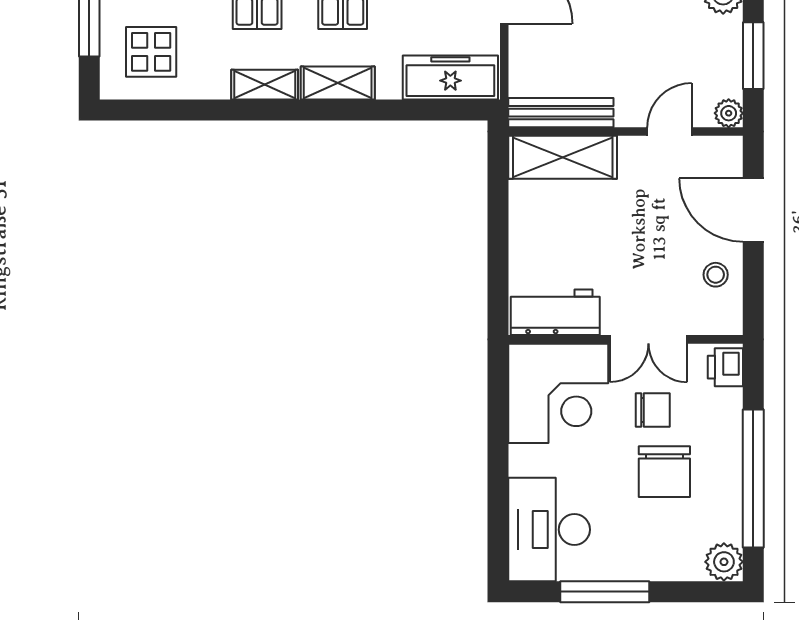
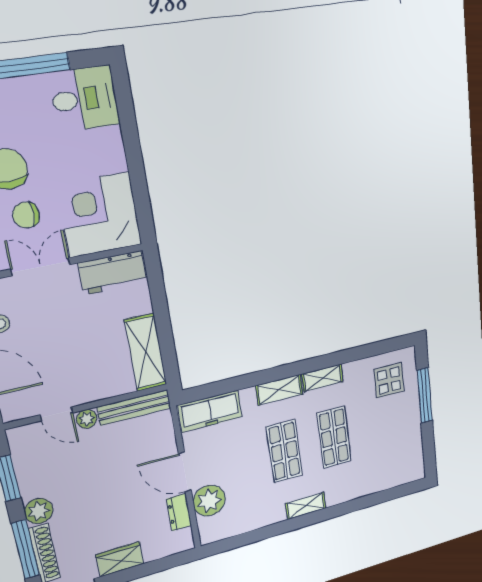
plant: (729, 113) -> (87, 419), moved
door: (670, 131) -> (57, 414), hinge flipped
shelving: (563, 157) -> (146, 352), moved, turned 90
desk: (549, 530) -> (84, 99), width x0.73

